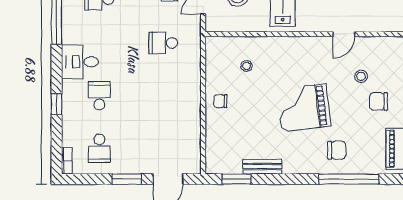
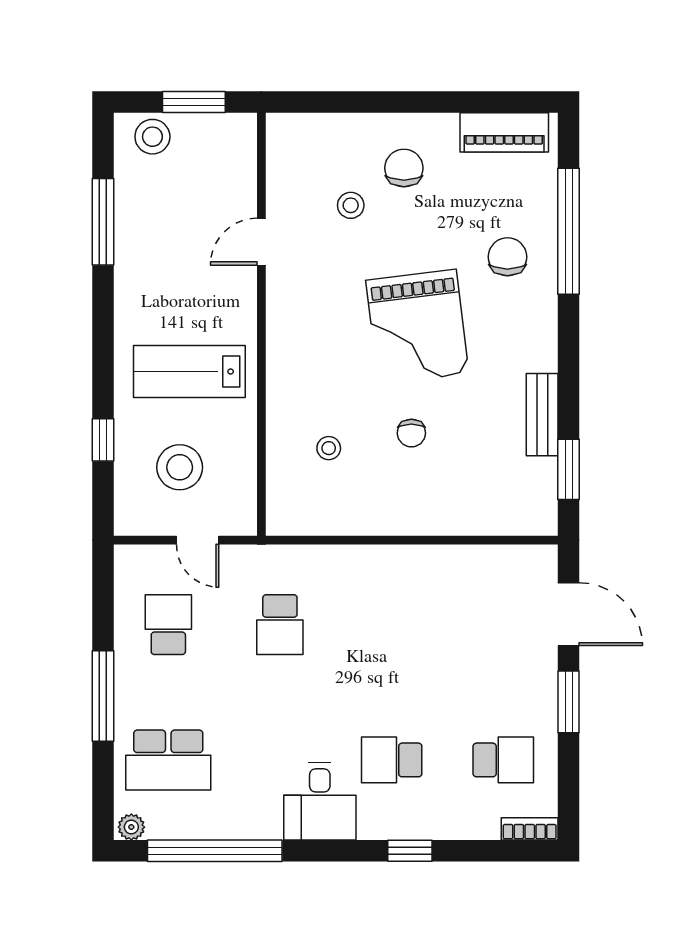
door: (344, 34) -> (261, 242), swing flipped
chair: (220, 101) -> (411, 433), moved
chair: (379, 101) -> (404, 168), turned 180

